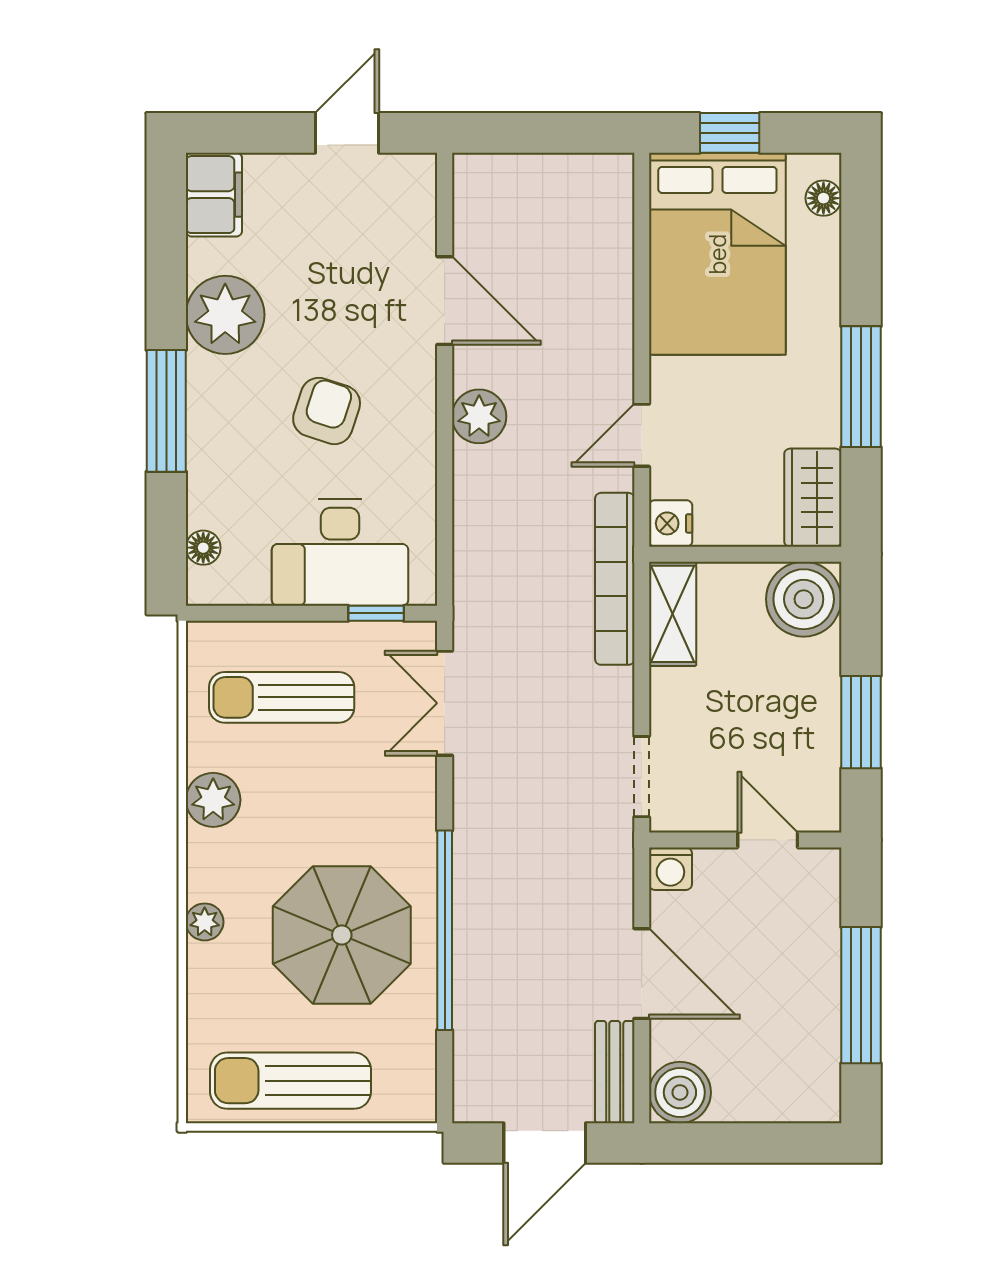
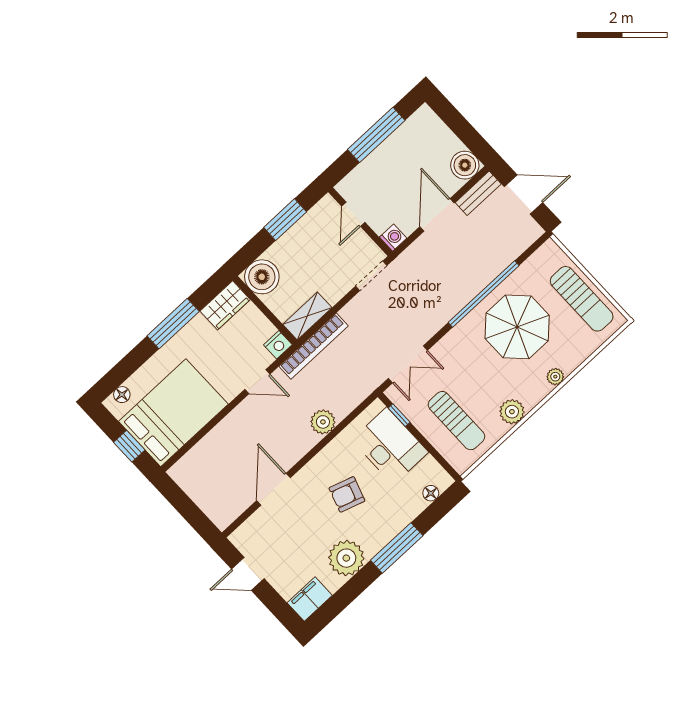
plant: (479, 416) -> (323, 422), moved

